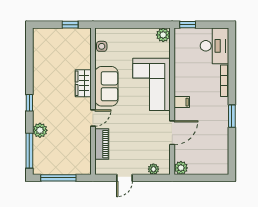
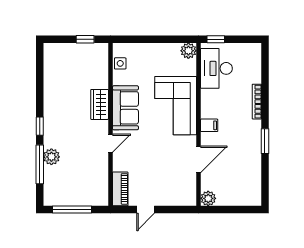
desk: (215, 46) -> (216, 68), moved, turned 180
piano: (102, 144) -> (120, 189), moved
window: (29, 151) -> (40, 164), moved
plant: (153, 169) -> (178, 200), removed

